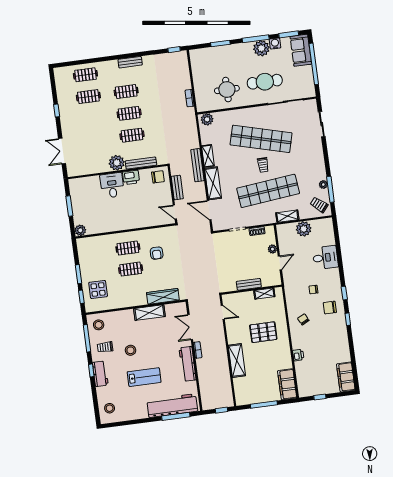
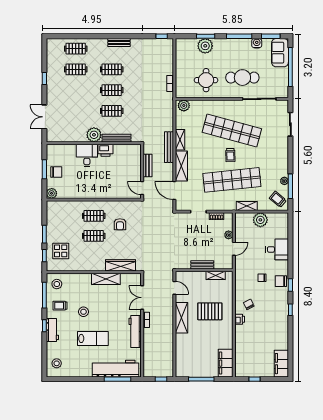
plant: (261, 48) -> (205, 46), moved
chair: (158, 177) -> (56, 172), moved
chair: (330, 308) -> (281, 281), moved
printer: (298, 355) -> (240, 319), moved
shelving: (237, 360) -> (182, 318), moved

